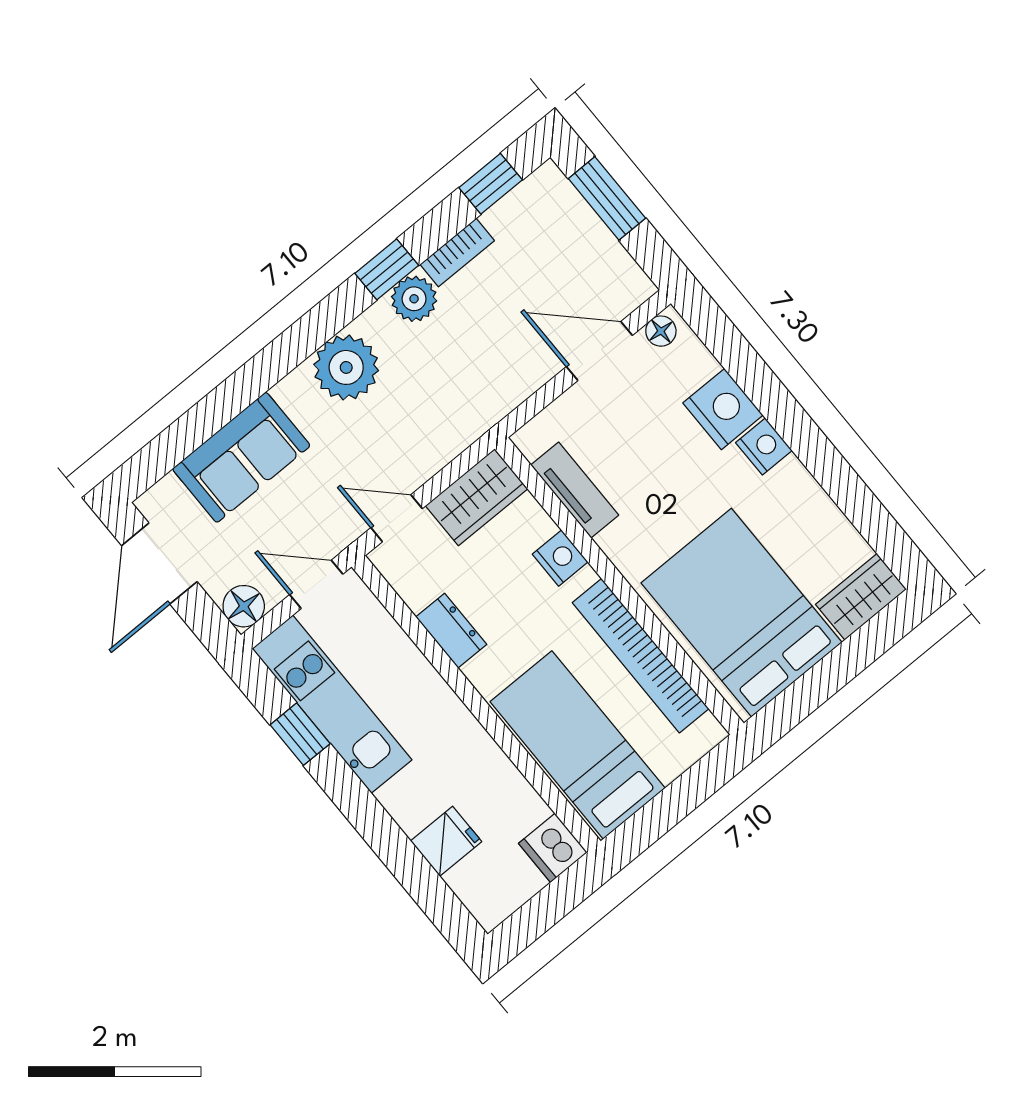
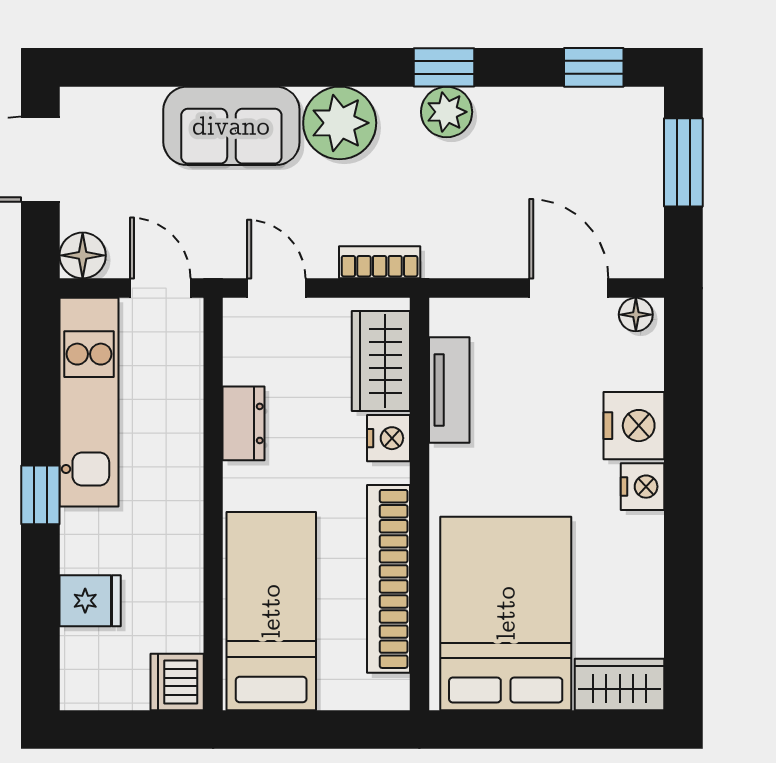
bookcase: (457, 252) -> (380, 262), moved, turned 180
sofa: (241, 457) -> (231, 126), moved
wardrobe: (477, 497) -> (381, 361), moved, turned 90
window: (300, 734) -> (40, 495), moved

